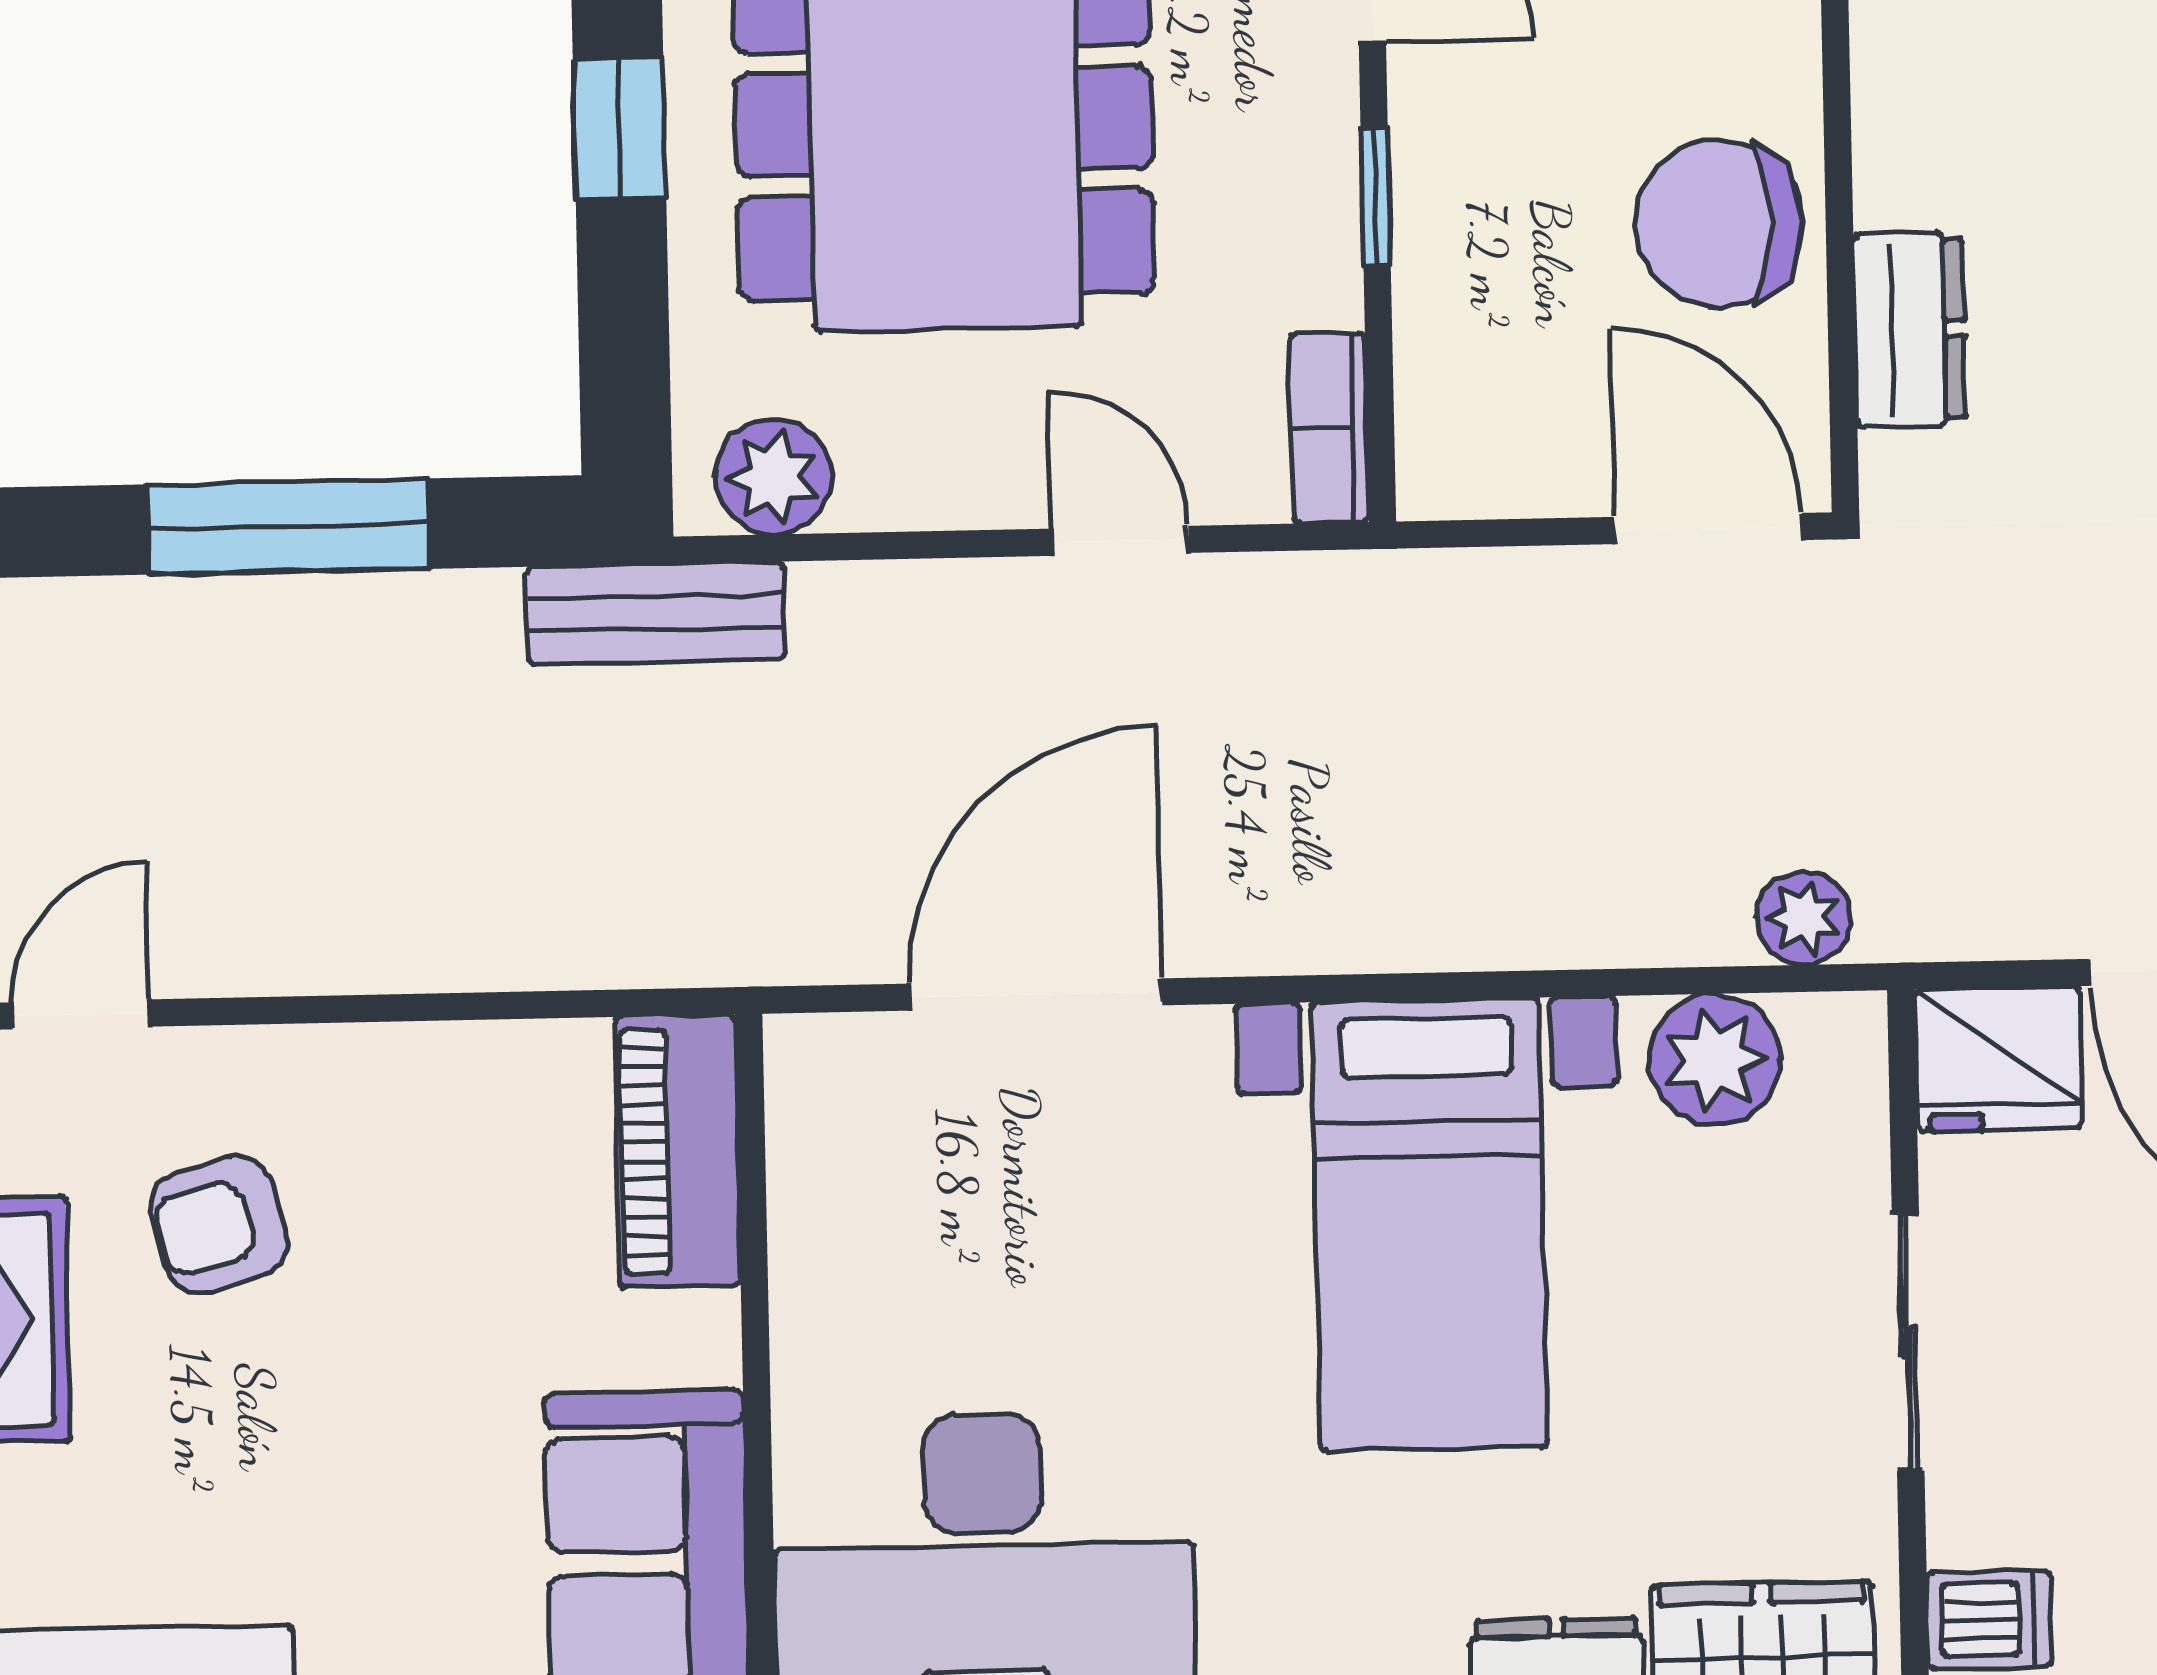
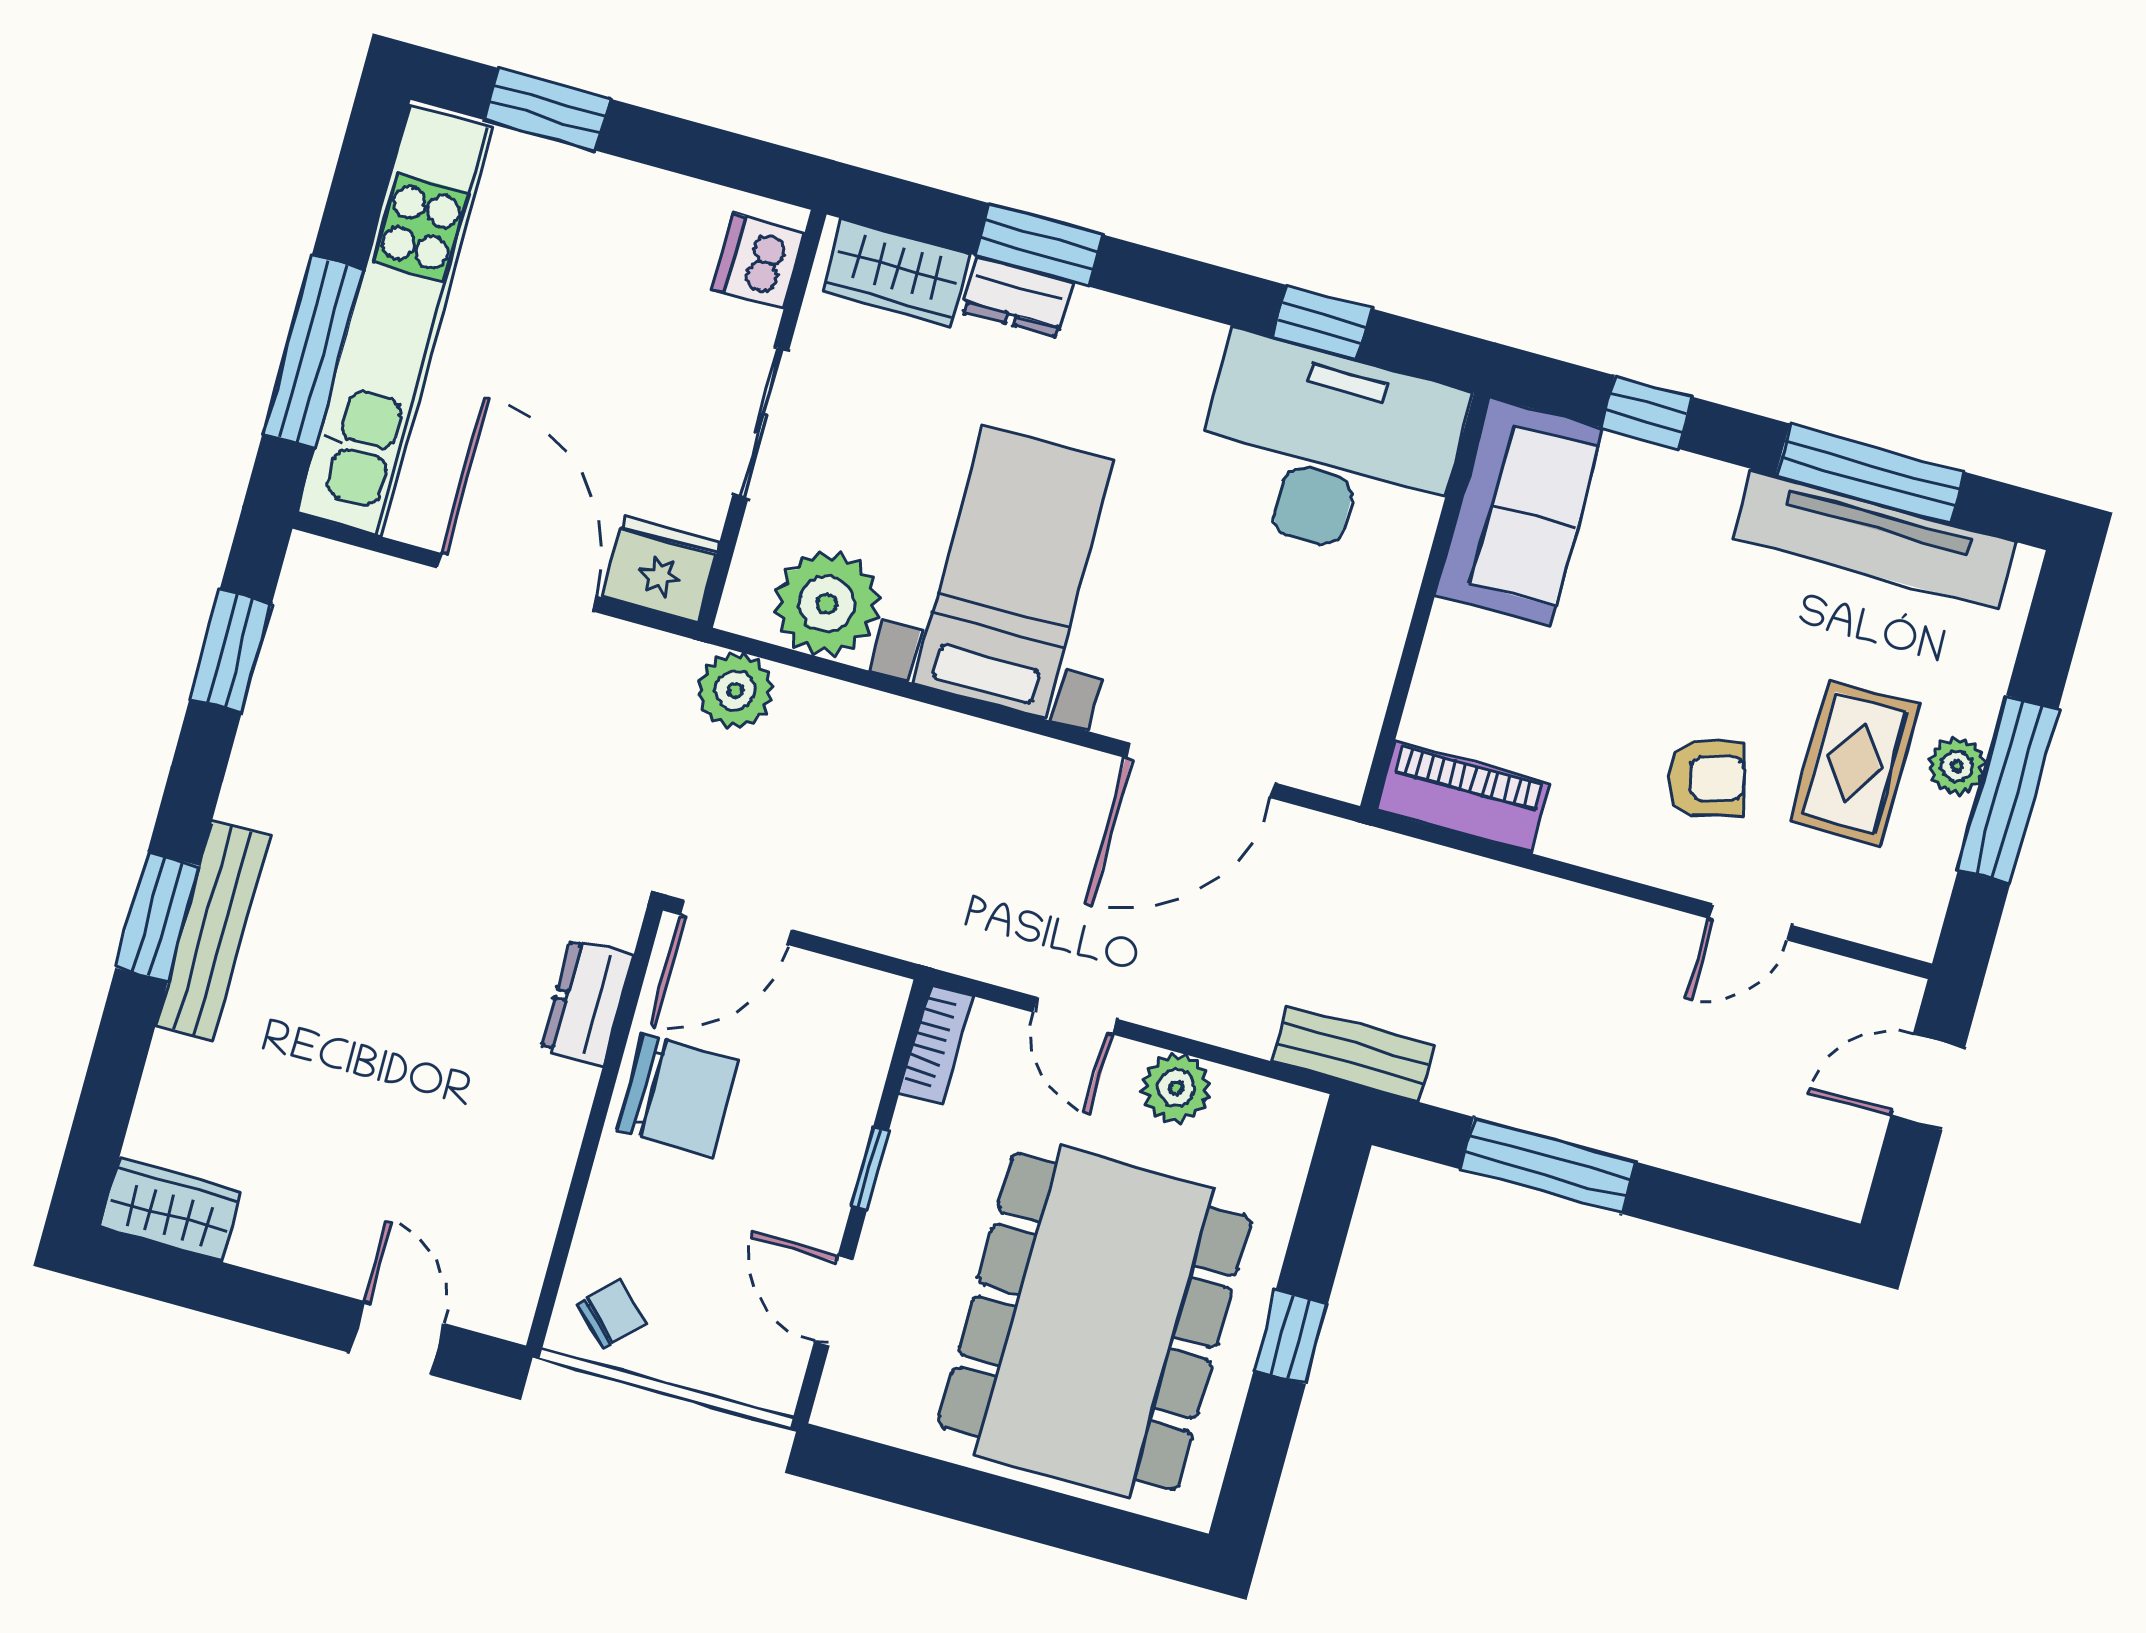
plant: (774, 476) -> (1176, 1088), moved
door: (1708, 528) -> (736, 922), hinge flipped
plant: (1804, 918) -> (735, 691), width x1.38, depth x1.38
plant: (1715, 1060) -> (827, 604), width x1.36, depth x1.36
piano: (678, 1151) -> (1463, 797), moved, turned -90
dishwasher: (1989, 1620) -> (759, 261), width x1.38

